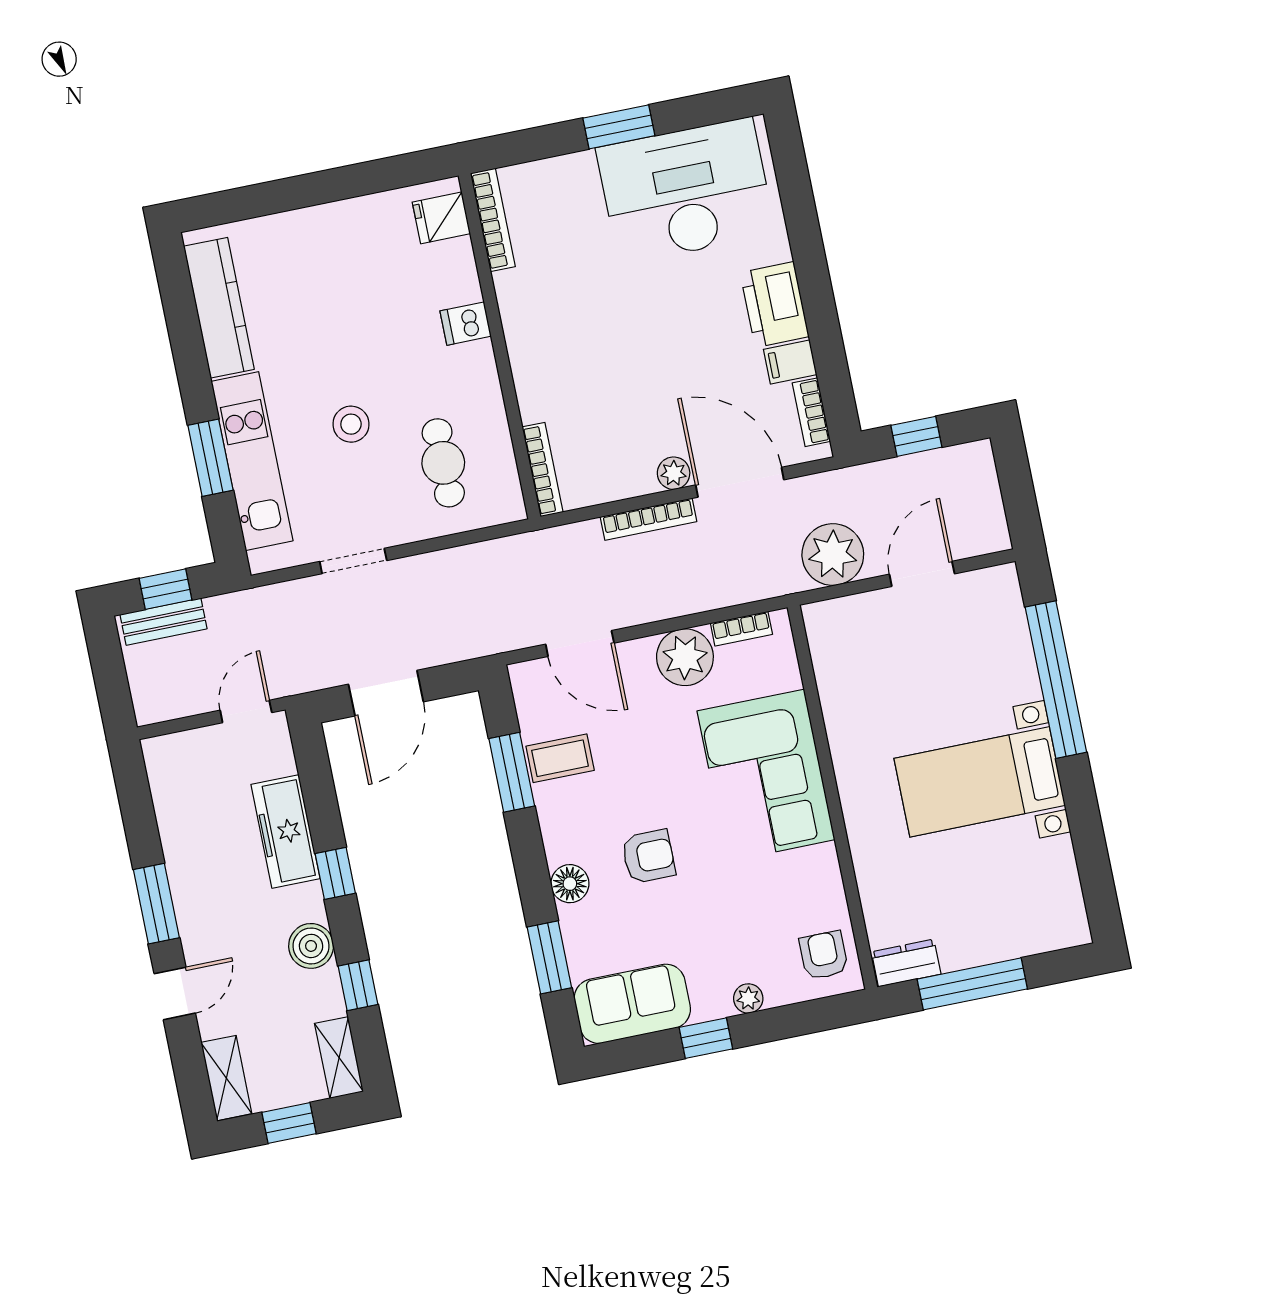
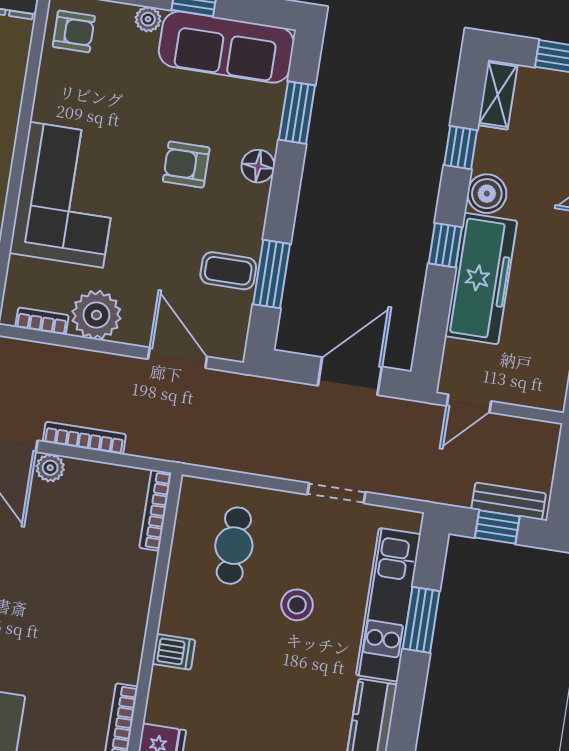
freezer: (285, 831) -> (481, 279), width x1.36, depth x1.26
armchair: (824, 955) -> (74, 31), turned -90
sofa: (632, 1004) -> (226, 47), width x1.36

